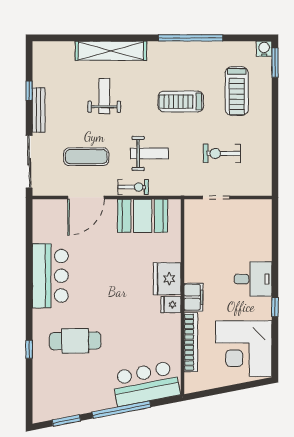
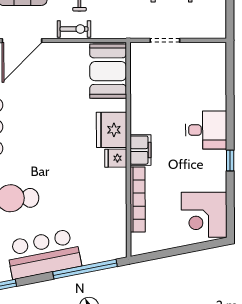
booth: (143, 216) -> (108, 71), moved, turned 90
corner desk: (244, 349) -> (204, 215), width x0.74, depth x0.74
bar counter: (146, 384) -> (44, 254), moved
window: (121, 410) -> (85, 269), moved

